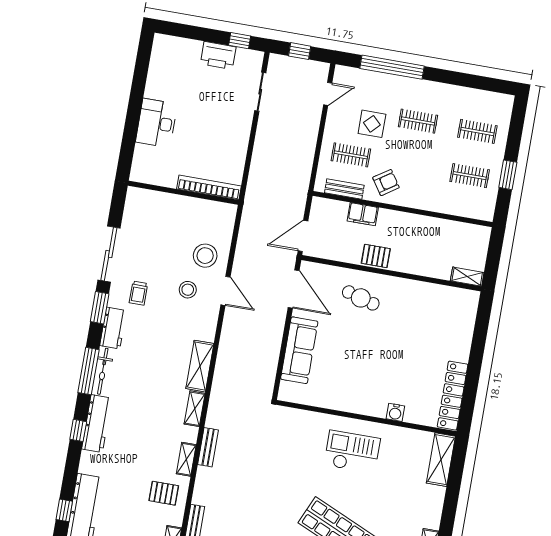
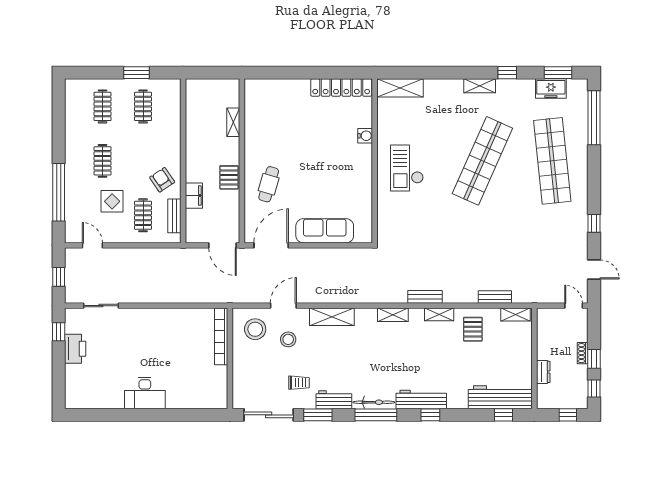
bookcase: (209, 187) -> (221, 336), moved
wall: (183, 193) -> (230, 358), moved
shelving: (467, 277) -> (233, 122), moved
shelving: (200, 366) -> (332, 317), moved

